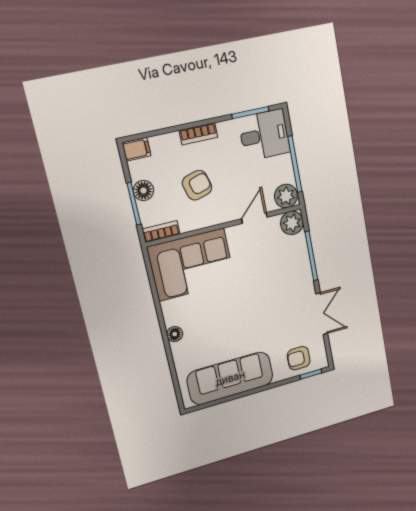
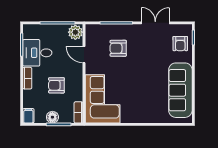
desk: (264, 135) -> (37, 53), moved, turned -90
armchair: (197, 185) -> (56, 85), turned -74
plant: (292, 223) -> (93, 32), removed
armchair: (274, 269) -> (118, 48), added
floor lamp: (175, 334) -> (142, 118), removed

